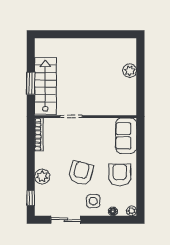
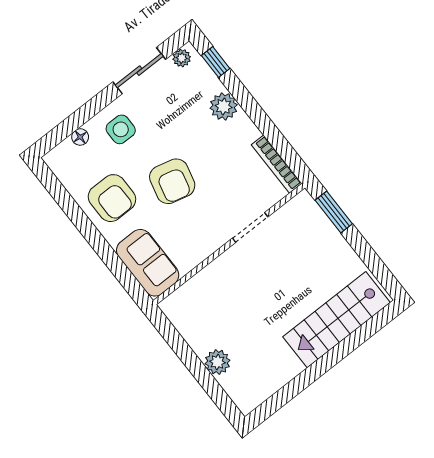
window: (31, 83) -> (334, 212), moved
stairs: (45, 86) -> (336, 320), moved, turned 90
armchair: (81, 173) -> (172, 181), moved
plant: (132, 211) -> (182, 58), moved

